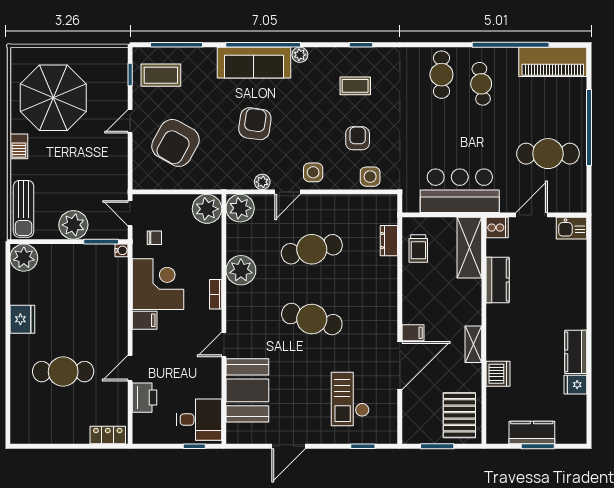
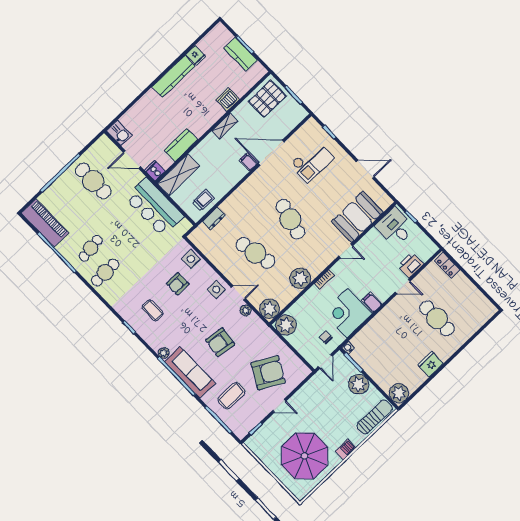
coffee table: (161, 75) -> (231, 396), moved, turned 90
kitchen counter: (576, 352) -> (174, 76), width x1.50

